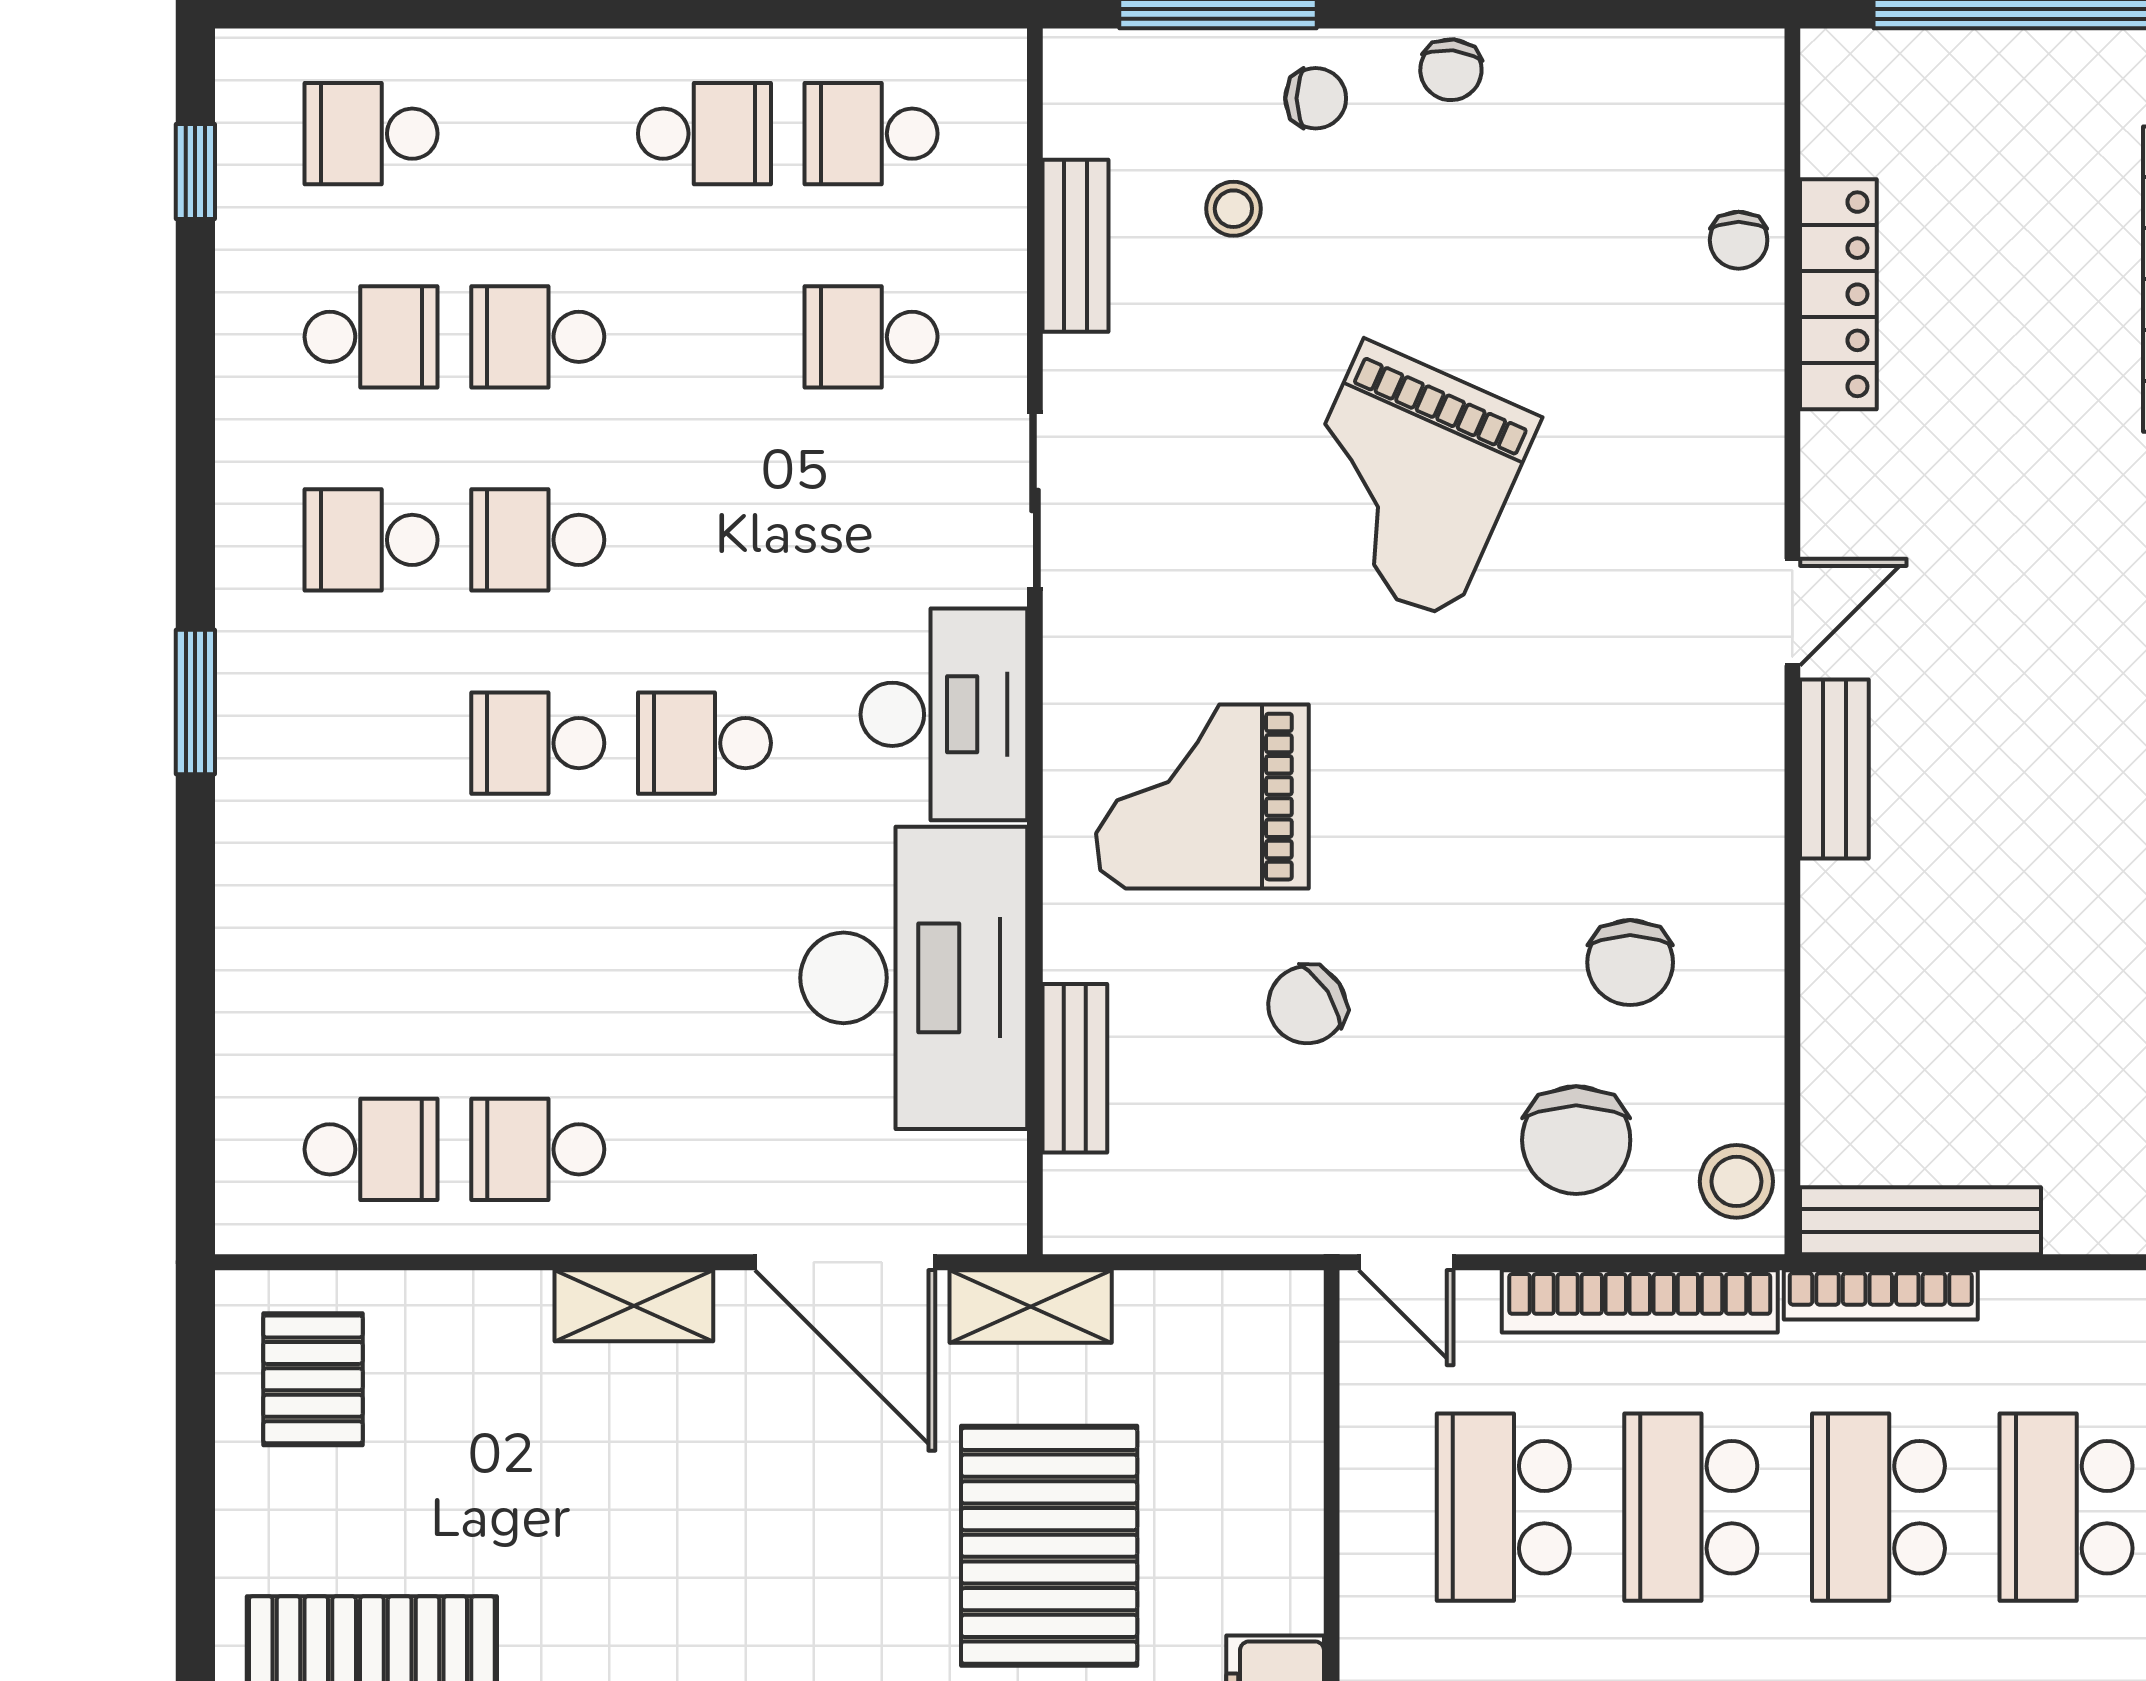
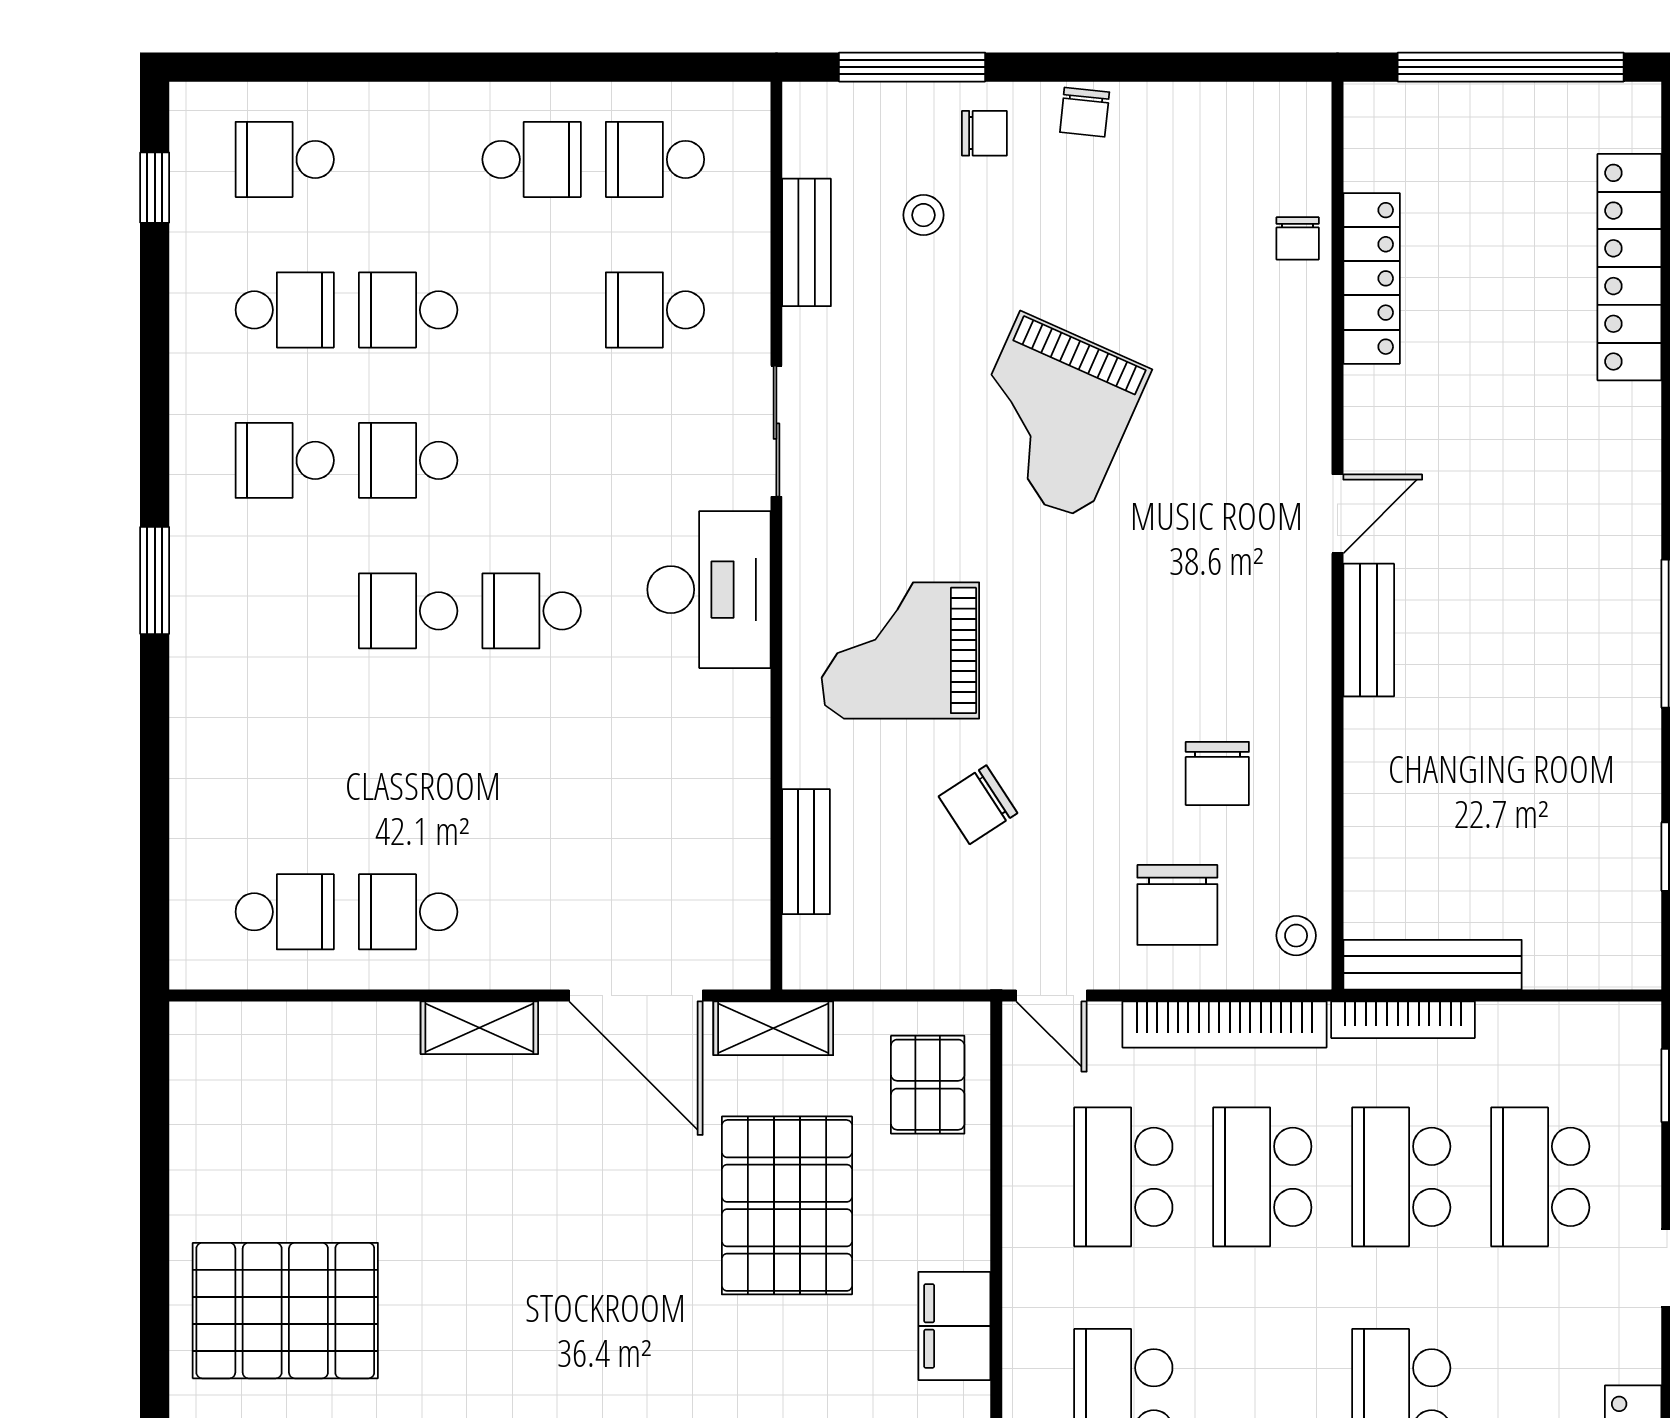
desk: (914, 978) -> (687, 785), removed
stool: (1736, 1181) -> (1296, 936), width x0.73, depth x0.73
pallet: (313, 1379) -> (928, 1085), moved

